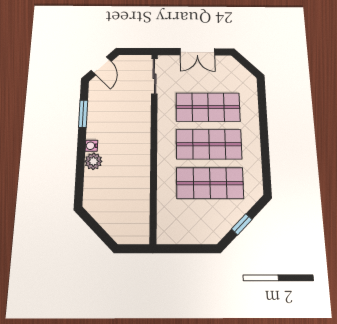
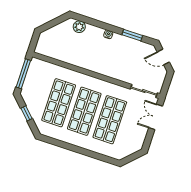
double door: (197, 52) -> (156, 117), moved
plant: (93, 161) -> (79, 27), moved
window: (186, 249) -> (23, 74), added

